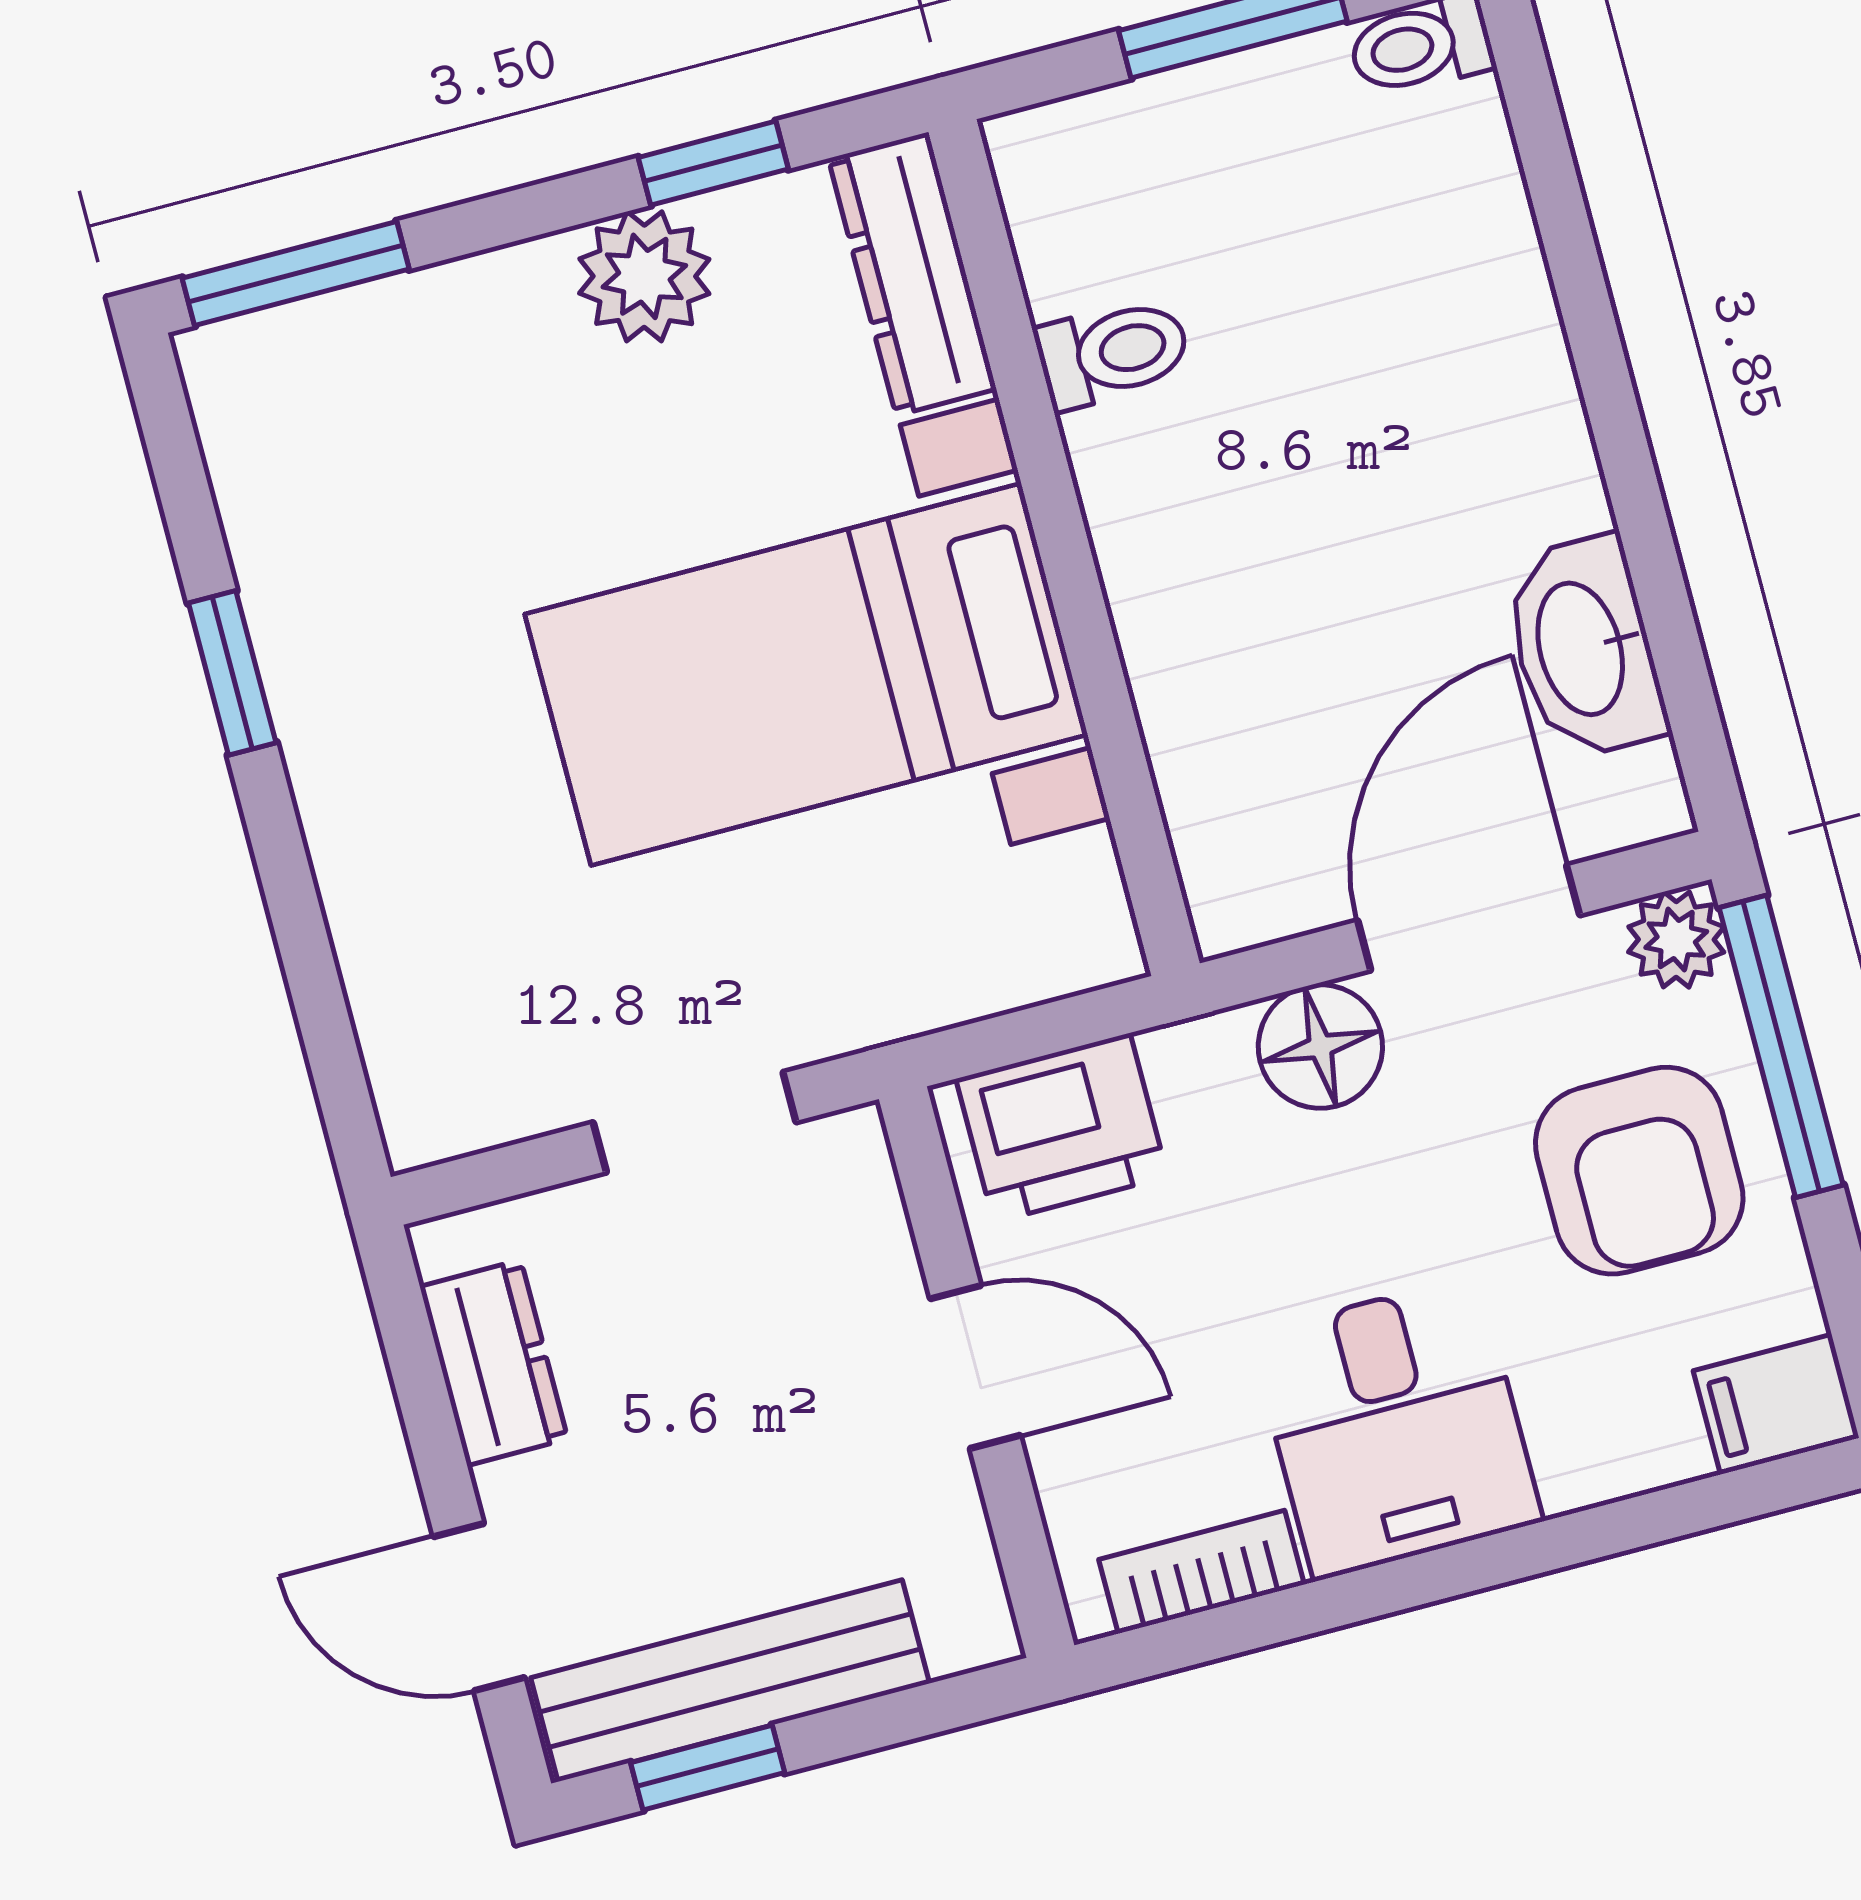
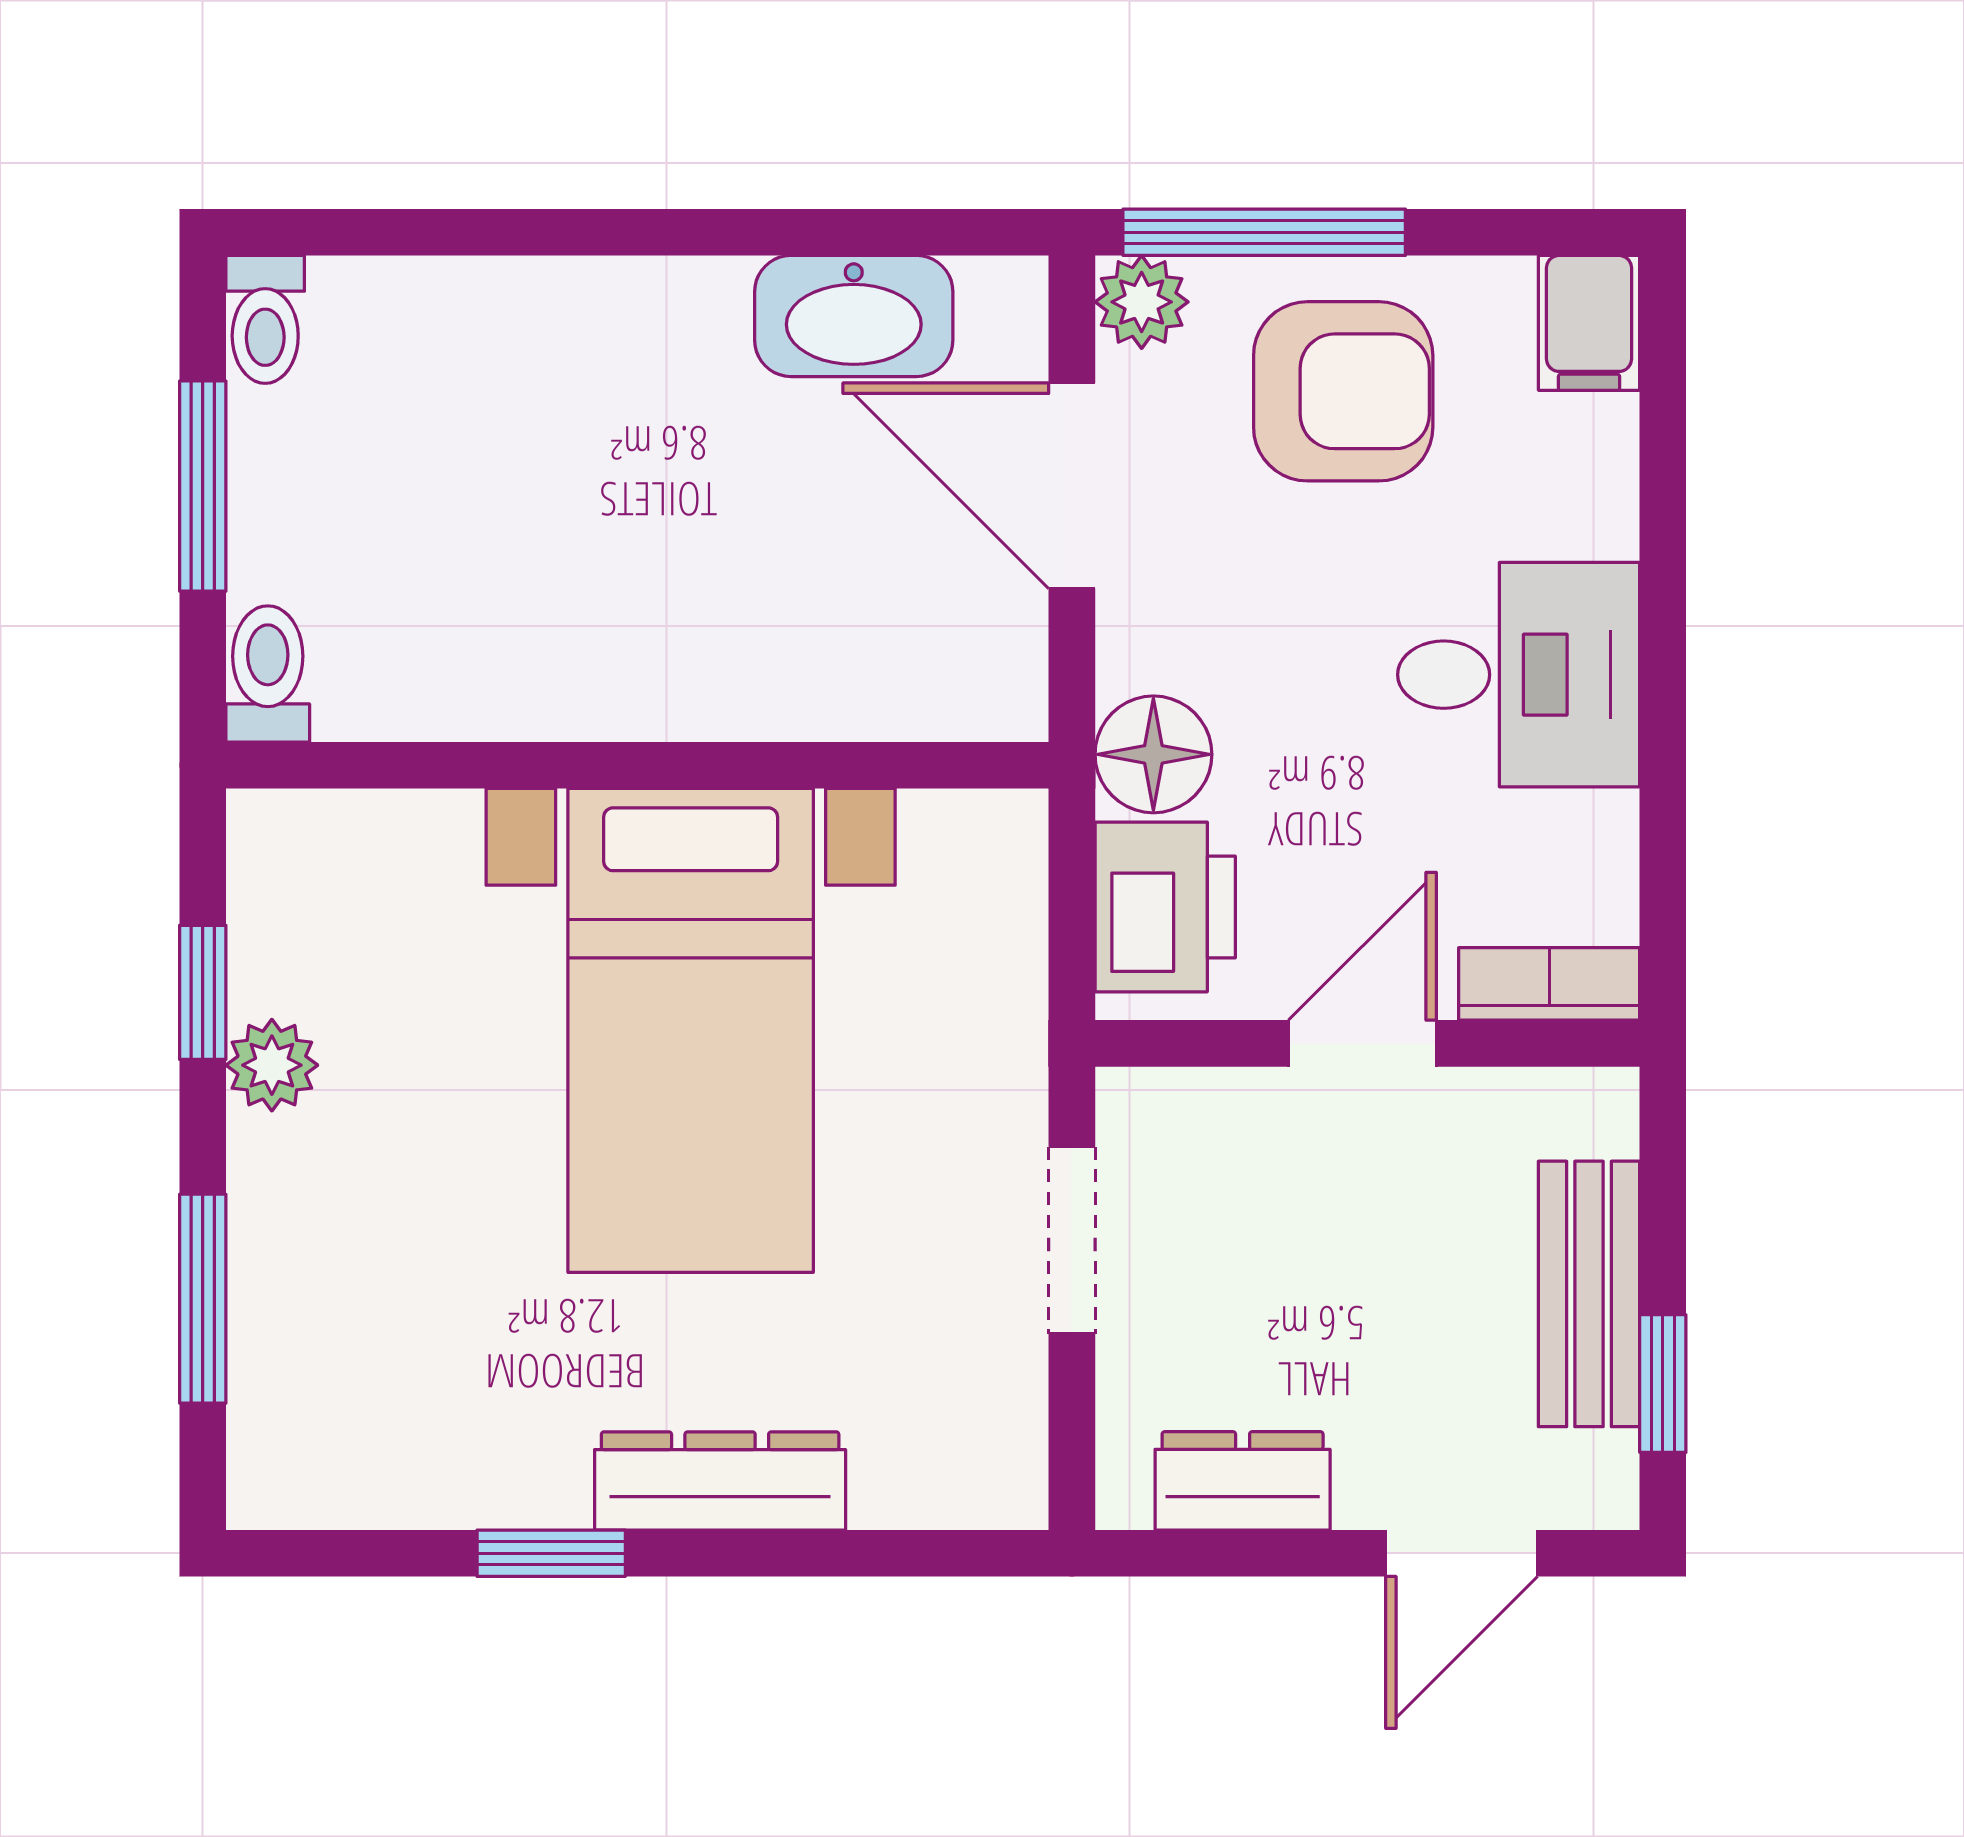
window: (296, 274) -> (203, 1299), moved
dresser: (912, 274) -> (720, 1481), moved, turned 180
plant: (644, 276) -> (272, 1065), width x0.73, depth x0.73
toilet: (1113, 353) -> (268, 674), moved
floor lamp: (1320, 1047) -> (1153, 754), moved
bookcase: (1201, 1572) -> (1549, 984), moved, turned 90
bench: (730, 1681) -> (1589, 1294), width x0.73

